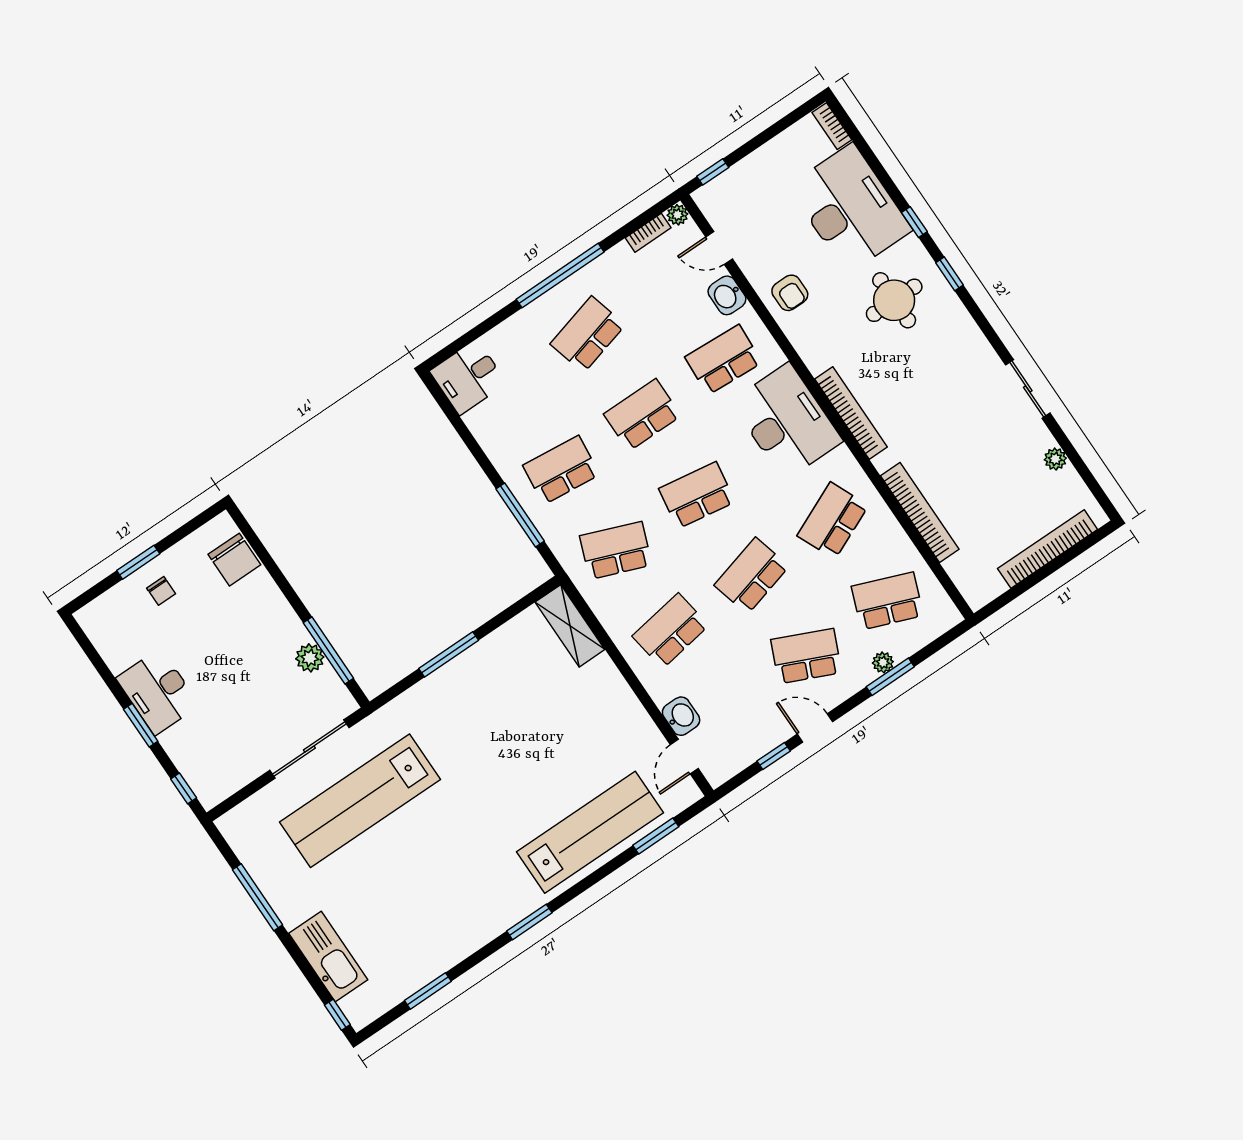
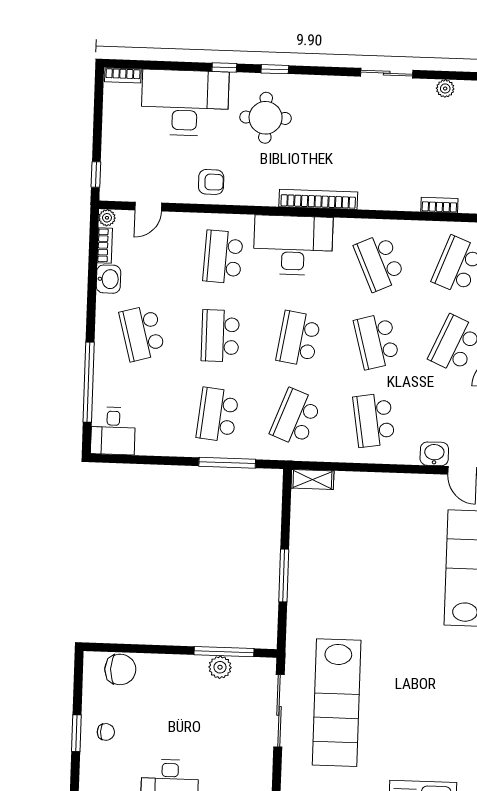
window: (560, 276) -> (89, 382), moved
washbasin: (727, 295) -> (108, 279), moved, turned -90
bookcase: (920, 512) -> (439, 205), width x0.43, depth x0.76
shelving: (570, 626) -> (312, 479), width x0.67, depth x0.75

